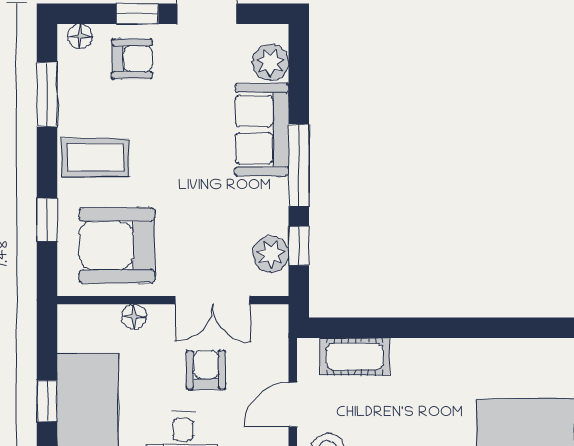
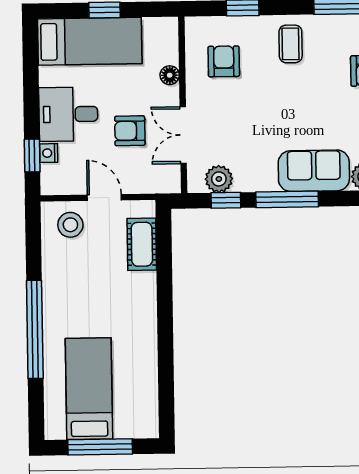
coffee table: (95, 158) -> (291, 44), width x0.73, depth x0.77
armchair: (117, 245) -> (224, 61), width x0.53, depth x0.53
armchair: (206, 370) -> (130, 131), turned 180

